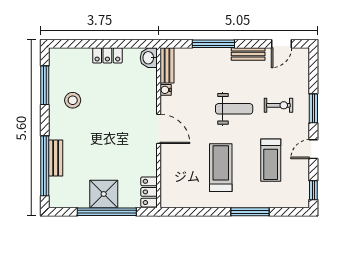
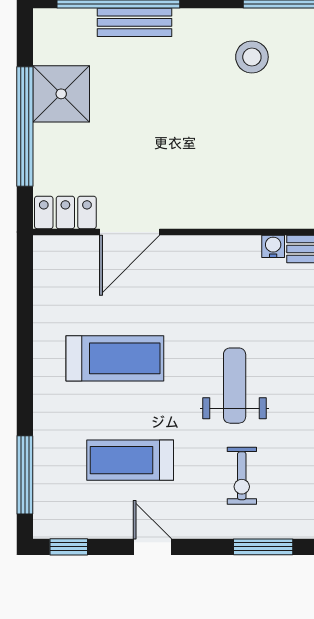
window: (313, 108) -> (263, 547), moved
weight bench: (234, 109) -> (235, 386), turned 180
door: (159, 129) -> (130, 232), moved
shower: (104, 194) -> (61, 94), moved
window: (250, 212) -> (25, 475), moved

